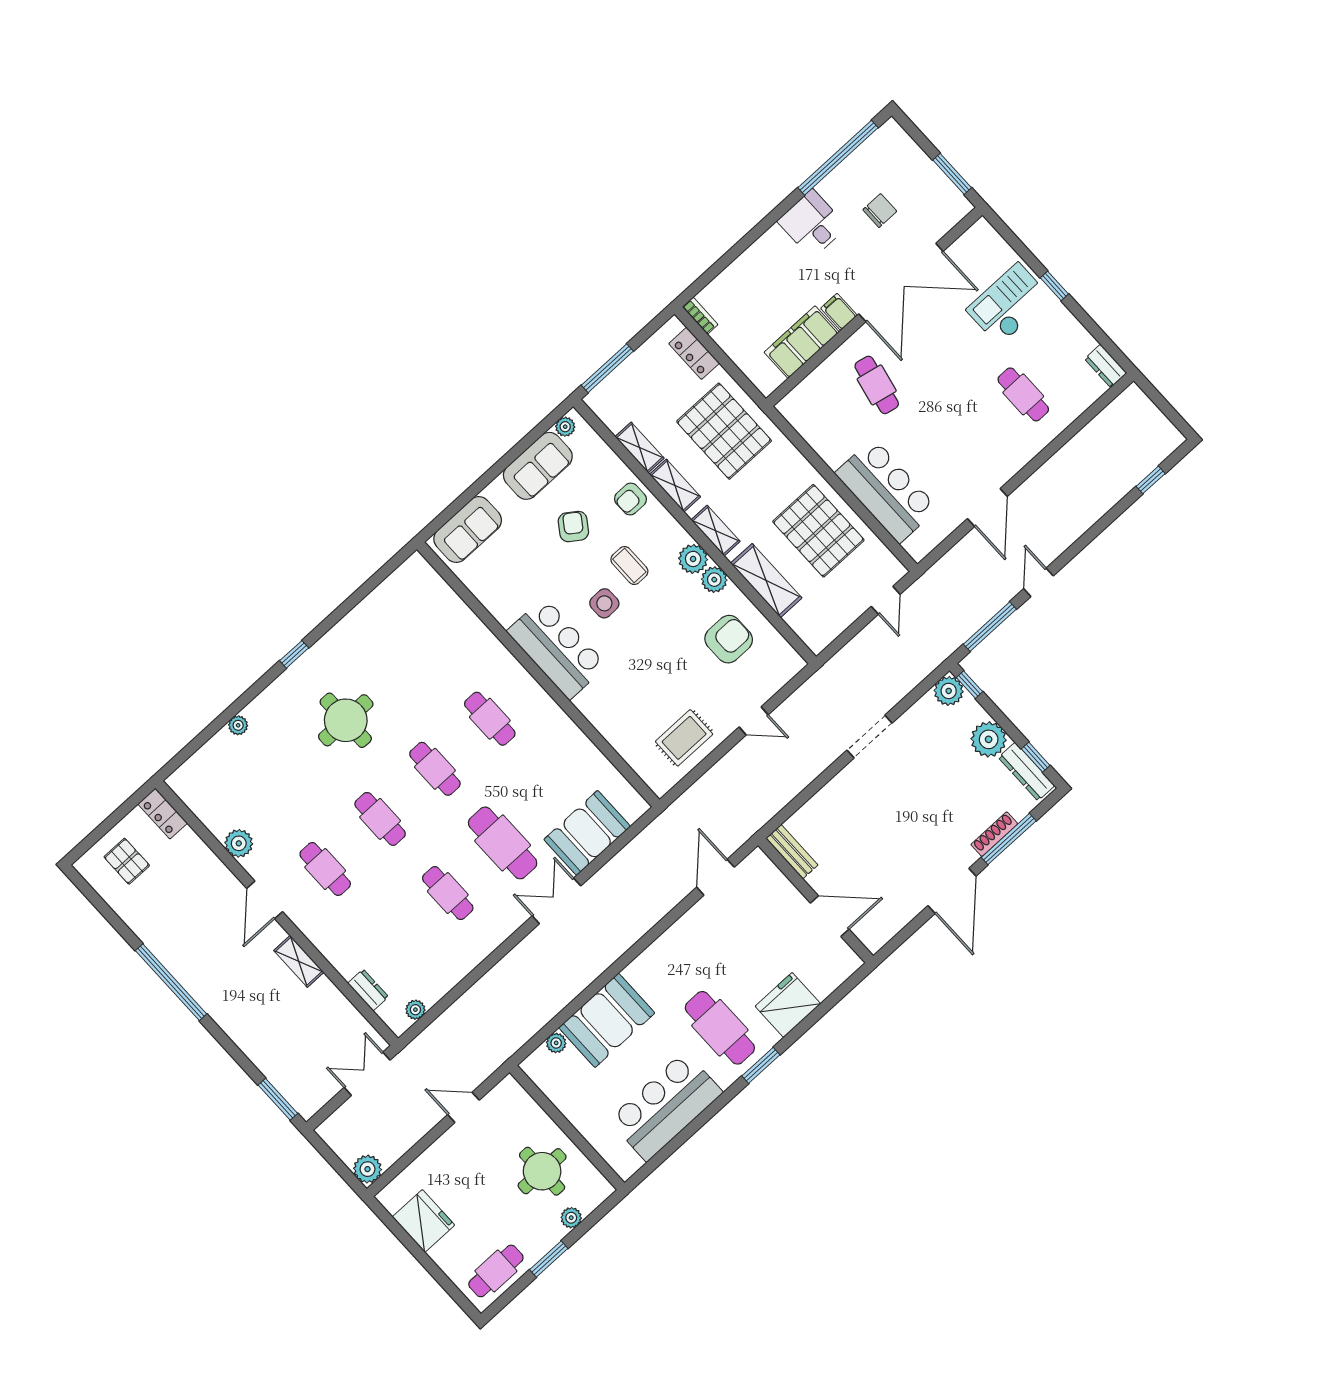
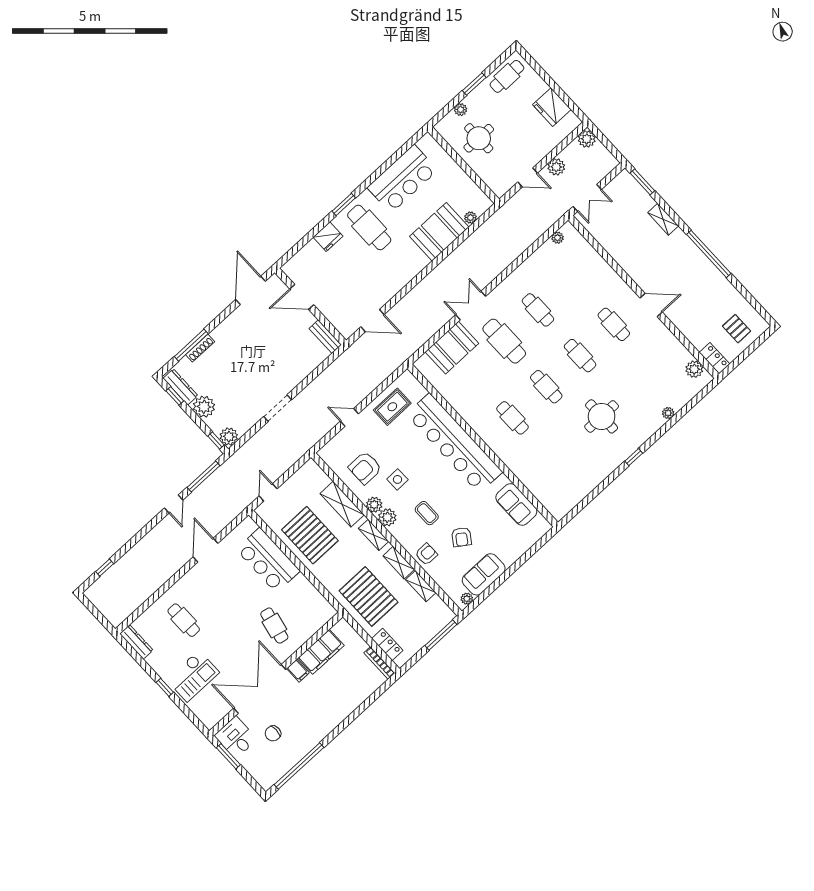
desk: (812, 224) -> (236, 737), moved, turned 180
bookcase: (700, 316) -> (379, 663), width x1.56
dresser: (1106, 366) -> (136, 642), width x1.44
sofa: (468, 530) -> (516, 504), moved, turned -90
side table: (604, 603) -> (397, 479), moved
bar counter: (557, 649) -> (454, 443), width x1.86
plant: (239, 843) -> (694, 369), moved
door: (716, 877) -> (372, 321), hinge flipped
door: (952, 891) -> (251, 290), moved
door: (265, 900) -> (651, 305), hinge flipped
double door: (557, 901) -> (471, 305), swing flipped
shelving: (299, 961) -> (663, 219), moved
dresser: (368, 990) -> (587, 250), removed
fridge: (788, 1005) -> (328, 237), width x0.73, depth x0.75
plant: (417, 1124) -> (556, 167), added

